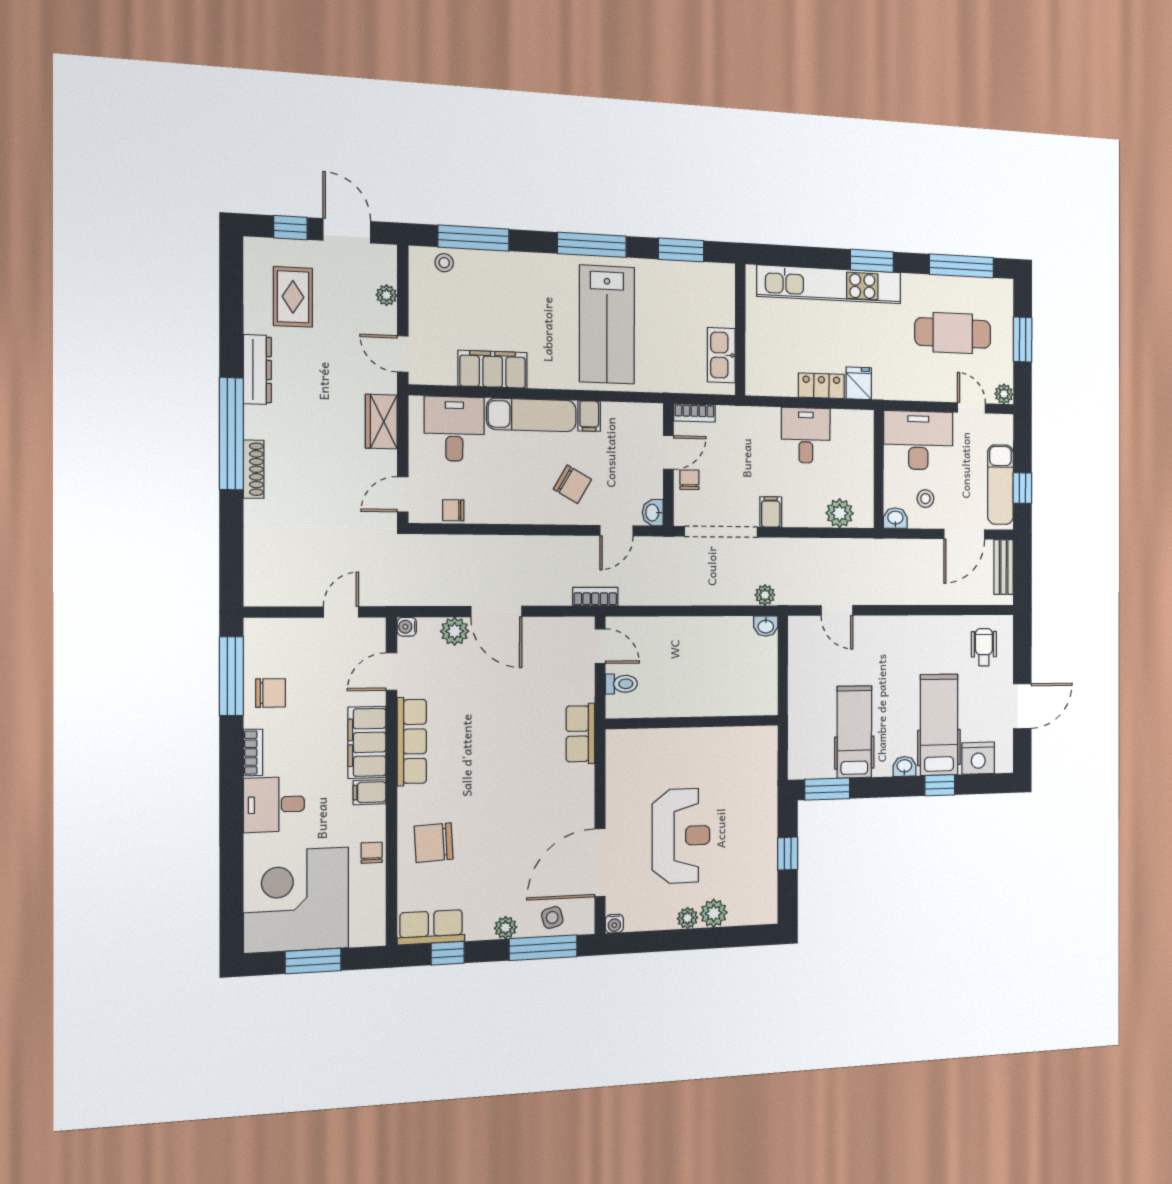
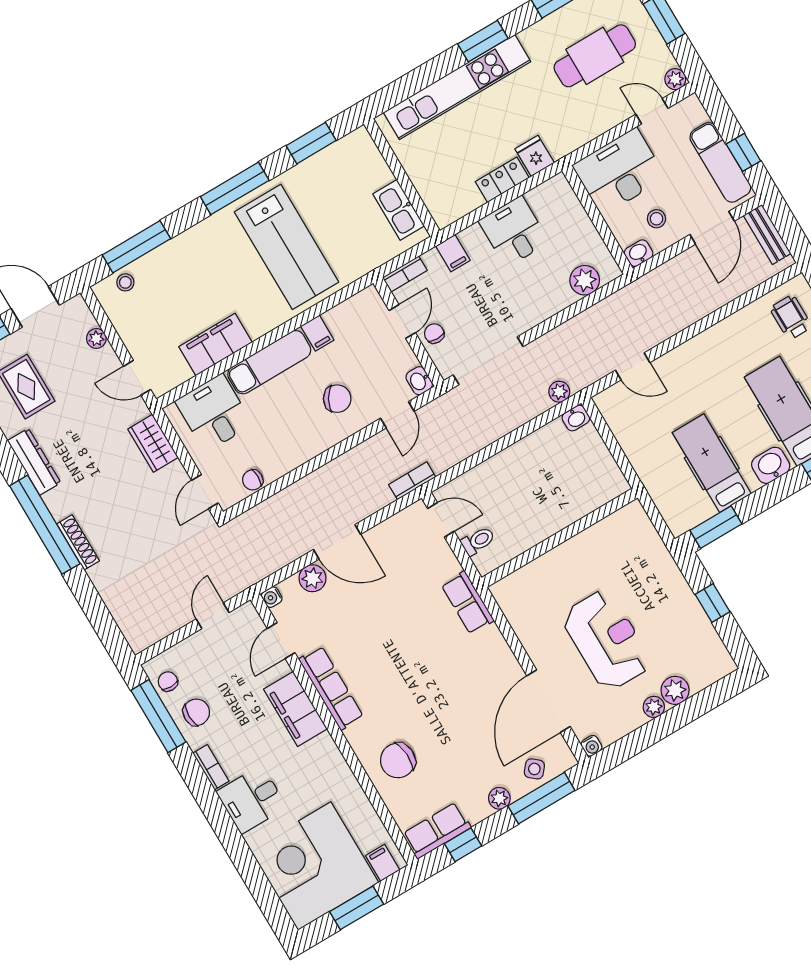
filing cabinet: (771, 512) -> (453, 253), moved, turned 180
washbasin: (904, 766) -> (771, 465), width x1.38, depth x1.45
filing cabinet: (369, 792) -> (383, 863), moved, turned 90
chair: (372, 853) -> (168, 682), moved
side table: (552, 917) -> (534, 769), turned -35

